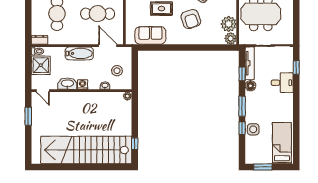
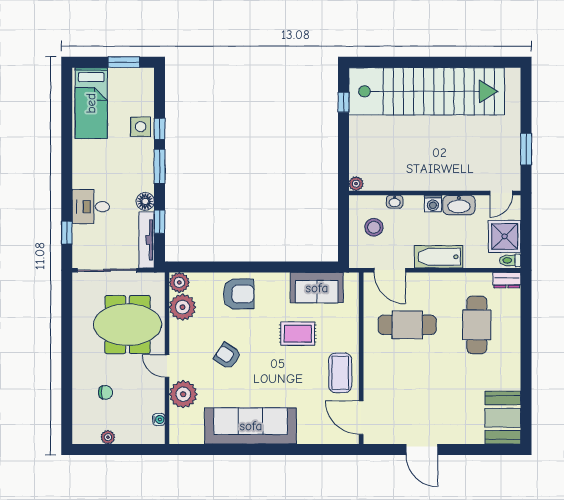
armchair: (191, 19) -> (239, 294), moved, turned 108
door: (43, 91) -> (501, 193), swing flipped

